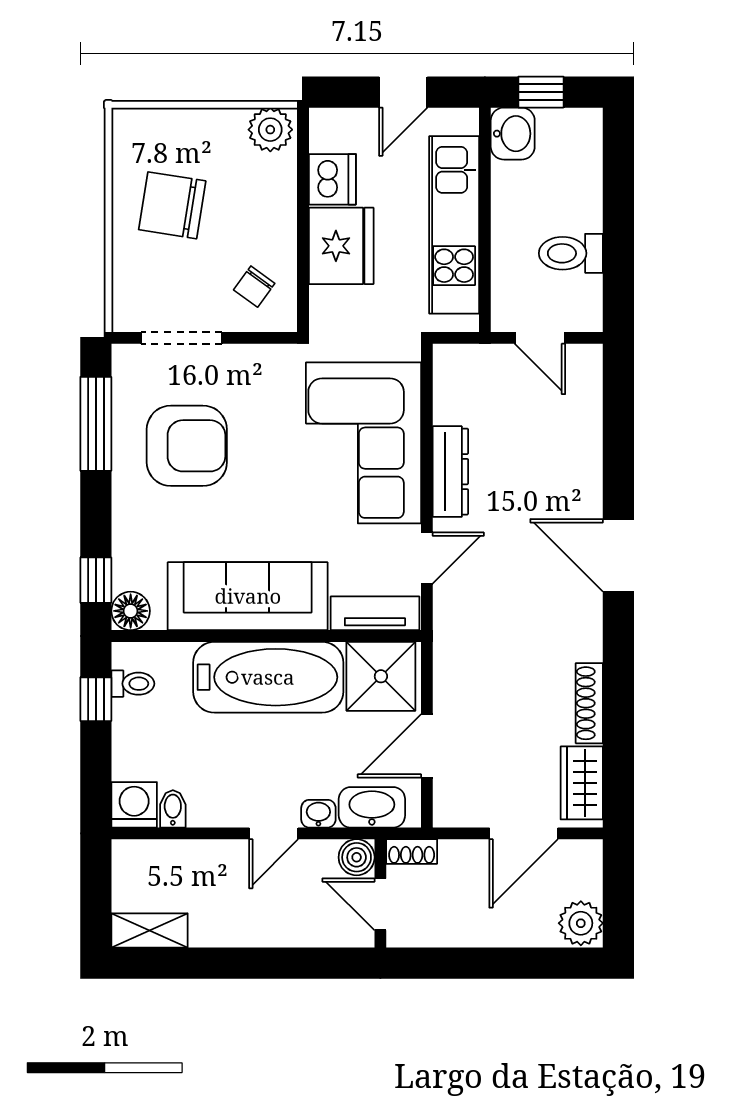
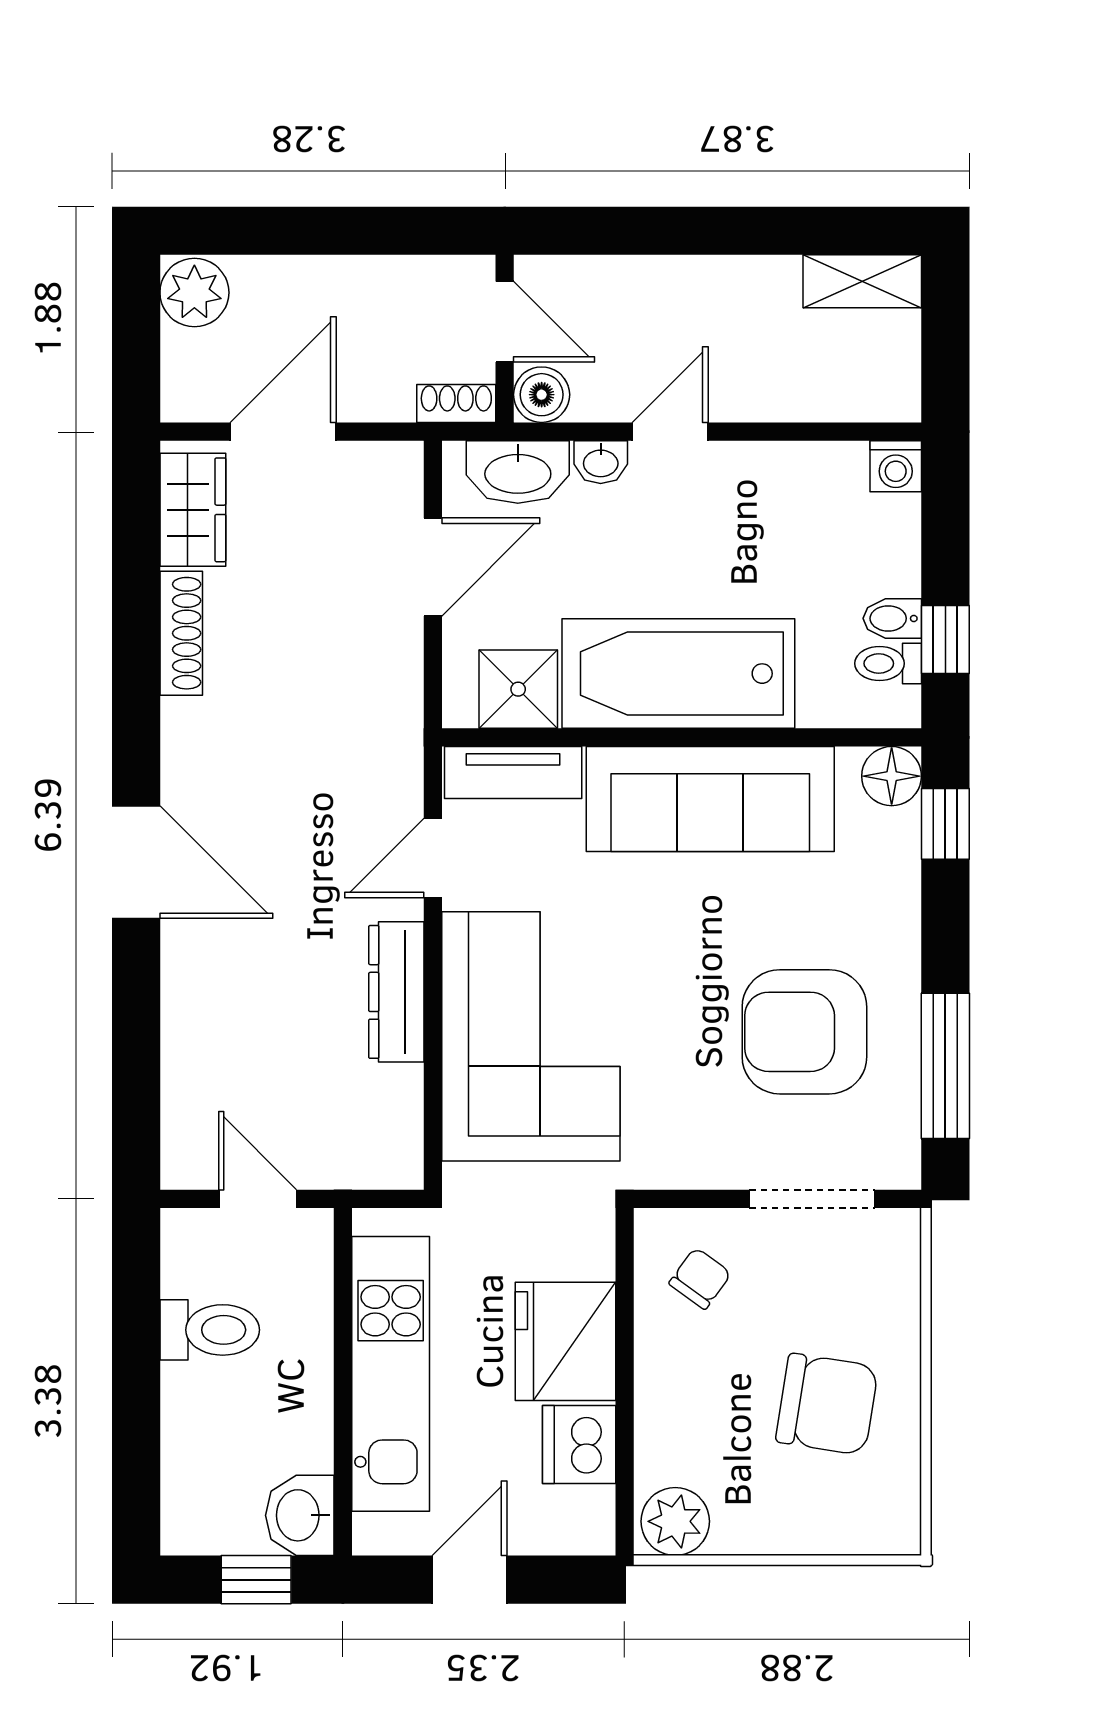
shower: (381, 676) -> (518, 689), width x0.73, depth x0.73
washing machine: (134, 805) -> (896, 466), width x0.73, depth x0.73
bidet: (173, 809) -> (892, 618), moved, turned 90

